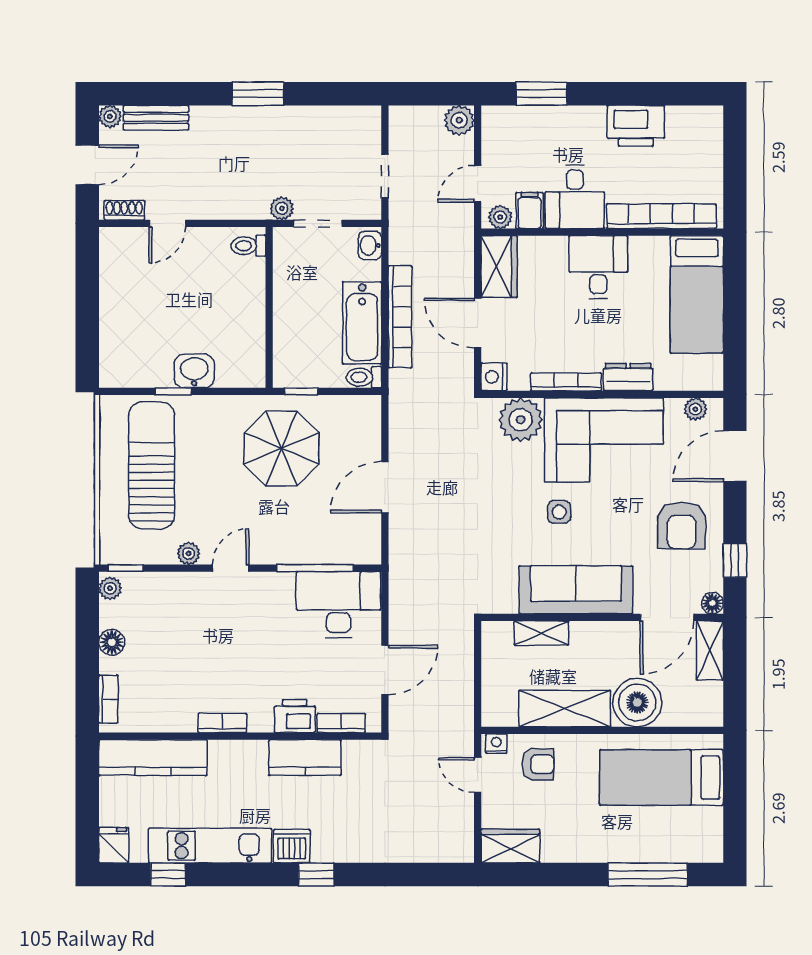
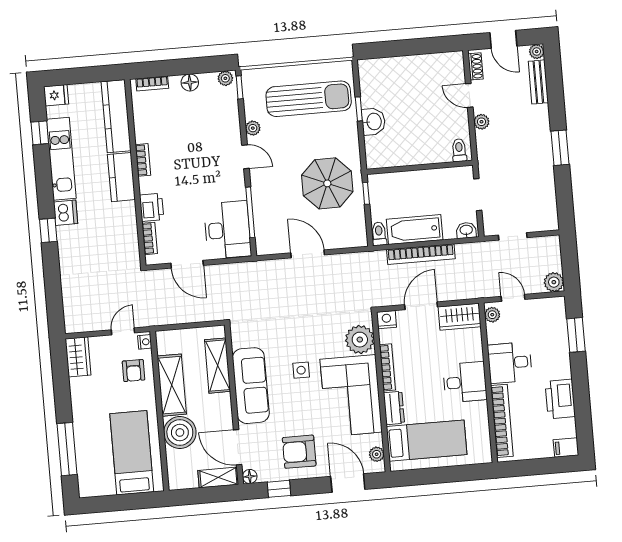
plant: (282, 208) -> (481, 122), moved
filing cabinet: (529, 211) -> (566, 448), moved, turned 180
bed: (697, 294) -> (427, 441), moved, turned 180
shelving: (541, 633) -> (218, 366), width x1.50, depth x1.33
kitchen counter: (305, 758) -> (121, 177), moved

